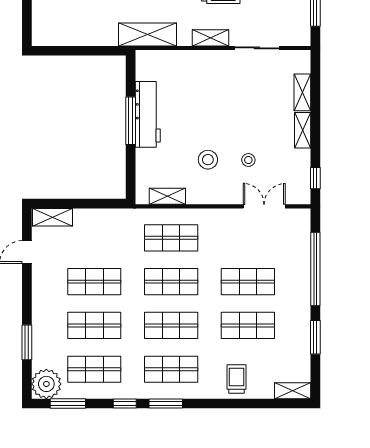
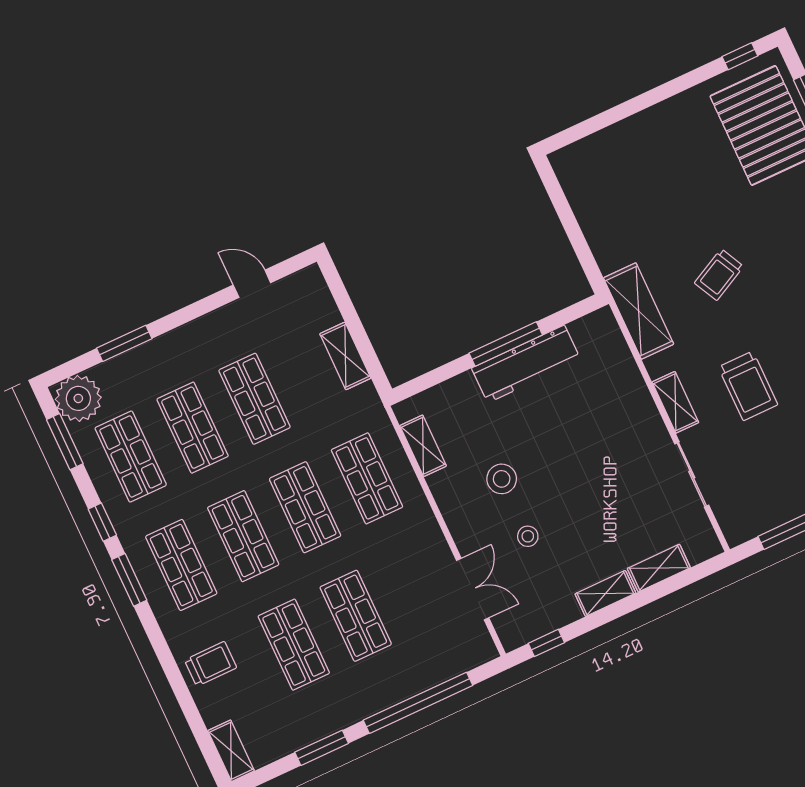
shelving: (53, 217) -> (345, 356), moved

